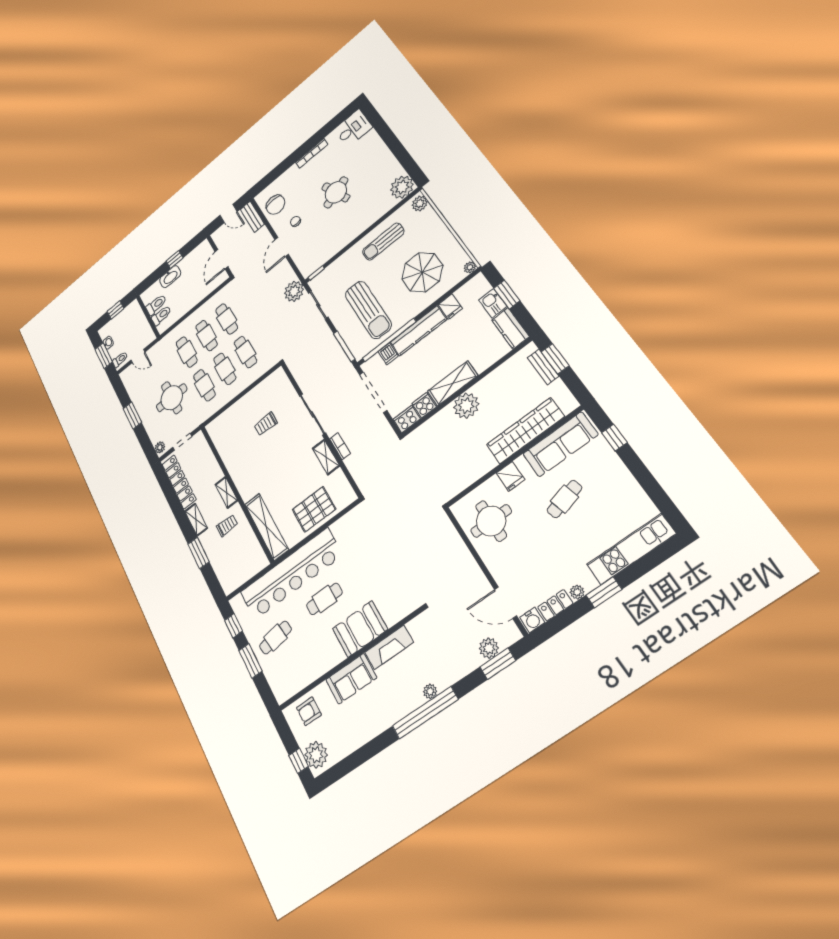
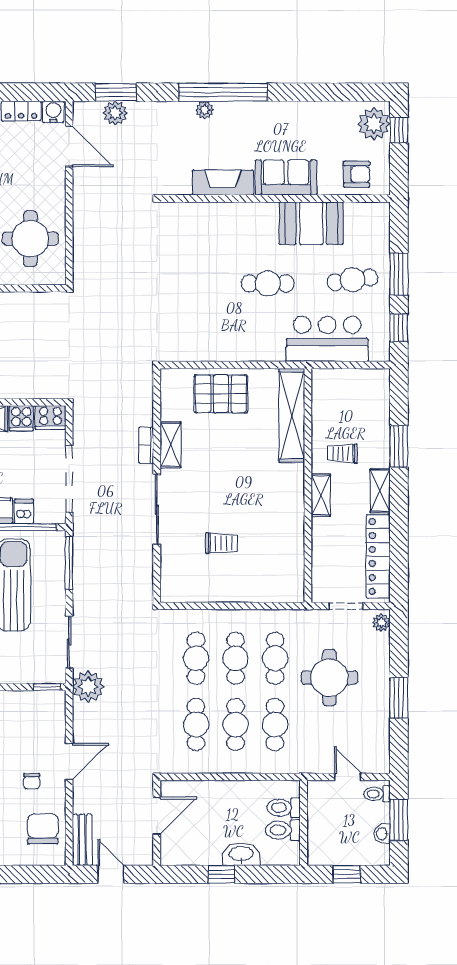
bar counter: (291, 574) -> (327, 339), width x0.54
booth: (360, 629) -> (311, 223), moved

